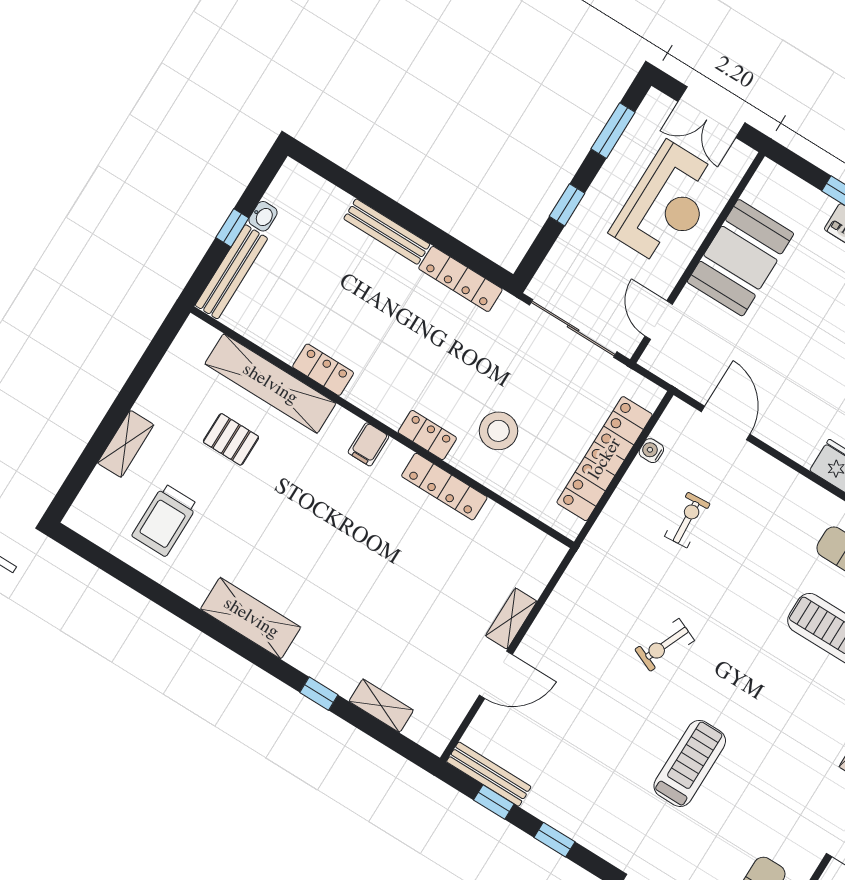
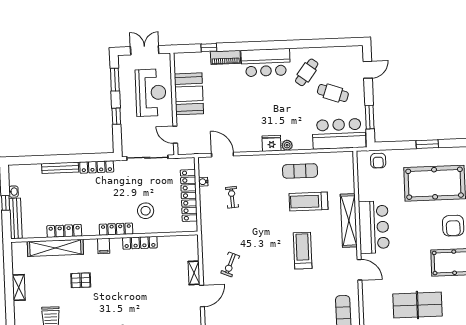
double door: (711, 112) -> (145, 50), swing flipped
locker: (323, 370) -> (64, 231), width x1.53
locker: (427, 435) -> (116, 229), width x1.53
pallet: (231, 439) -> (81, 280), moved
shelving: (126, 444) -> (19, 287), moved
exercise bike: (665, 645) -> (230, 264), moved
treadmill: (690, 763) -> (303, 251), moved

